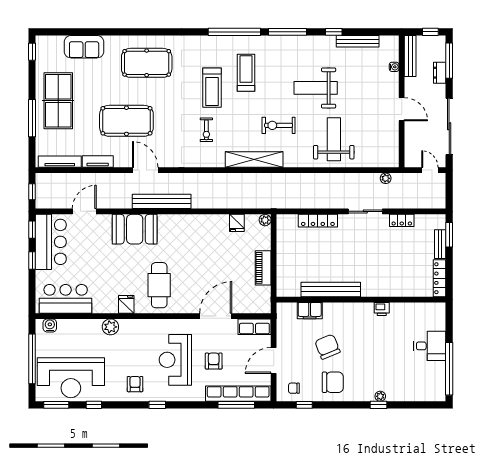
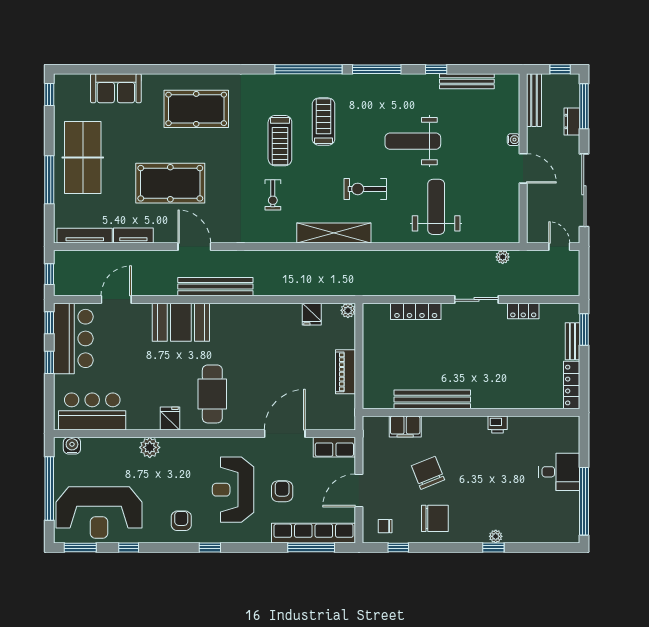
water cooler: (394, 67) -> (513, 140), moved

